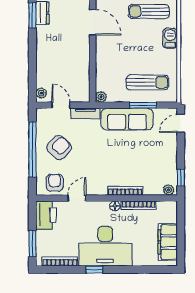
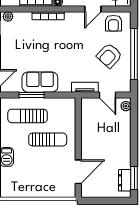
sun lounger: (149, 11) -> (48, 140), moved
door: (93, 22) -> (78, 172), swing flipped
plant: (101, 97) -> (71, 103), removed
sofa: (127, 119) -> (40, 82), width x0.73

